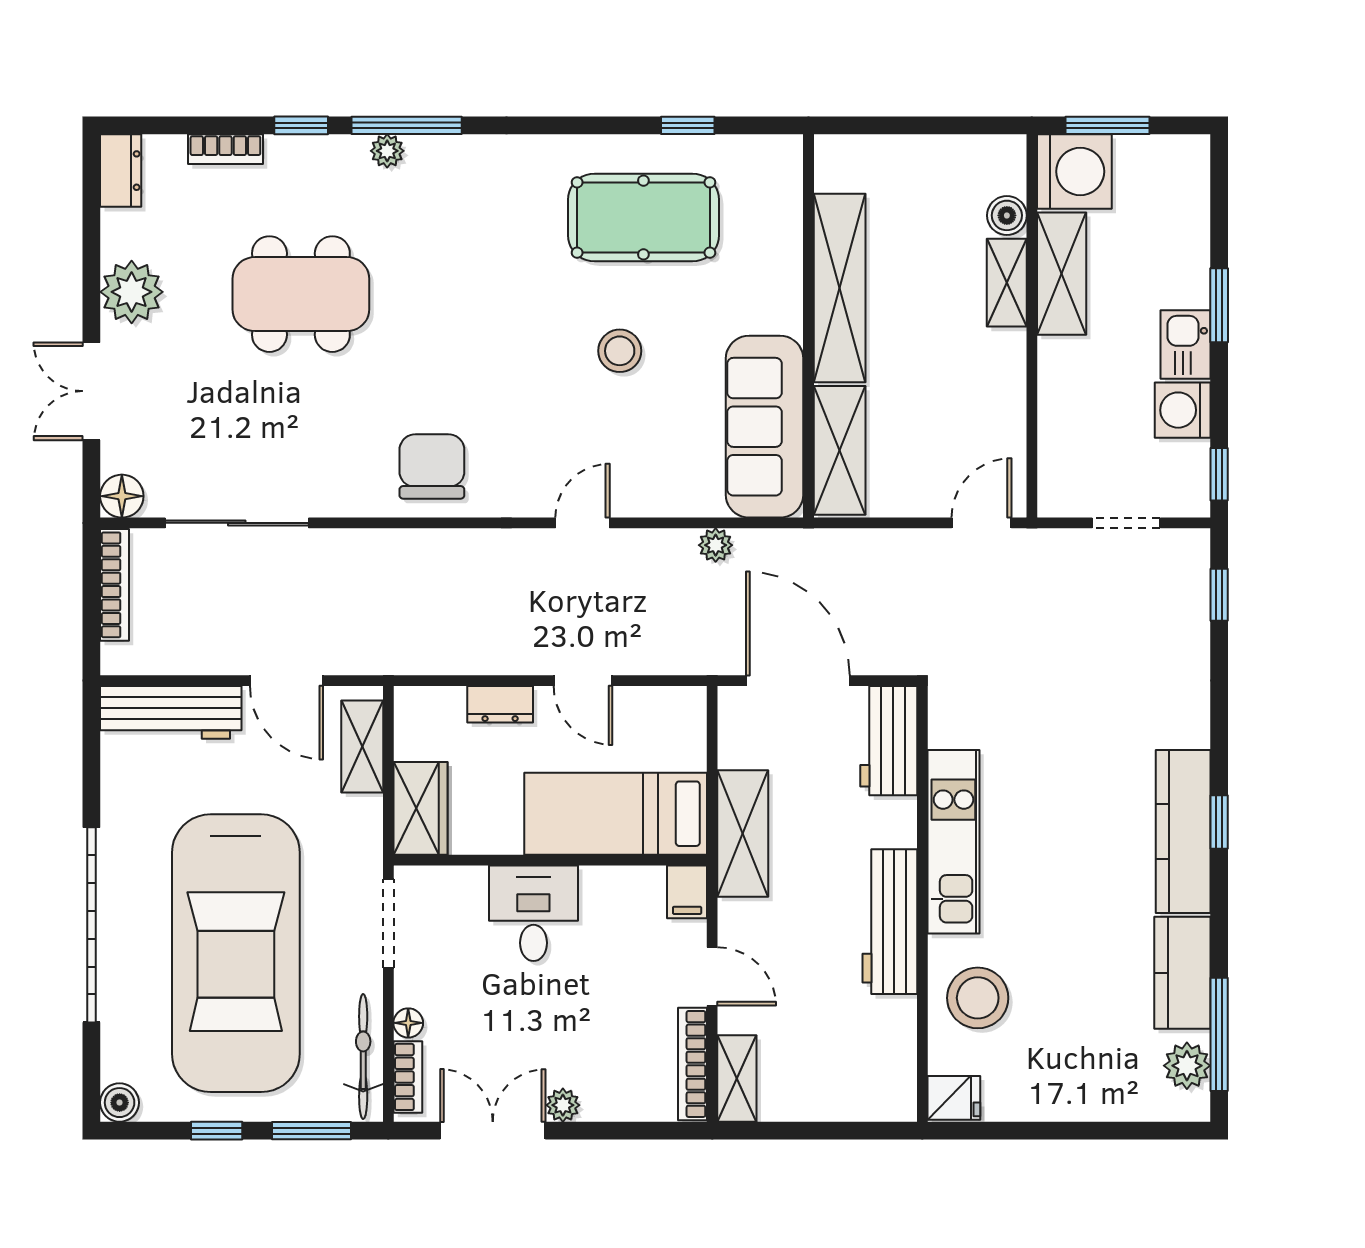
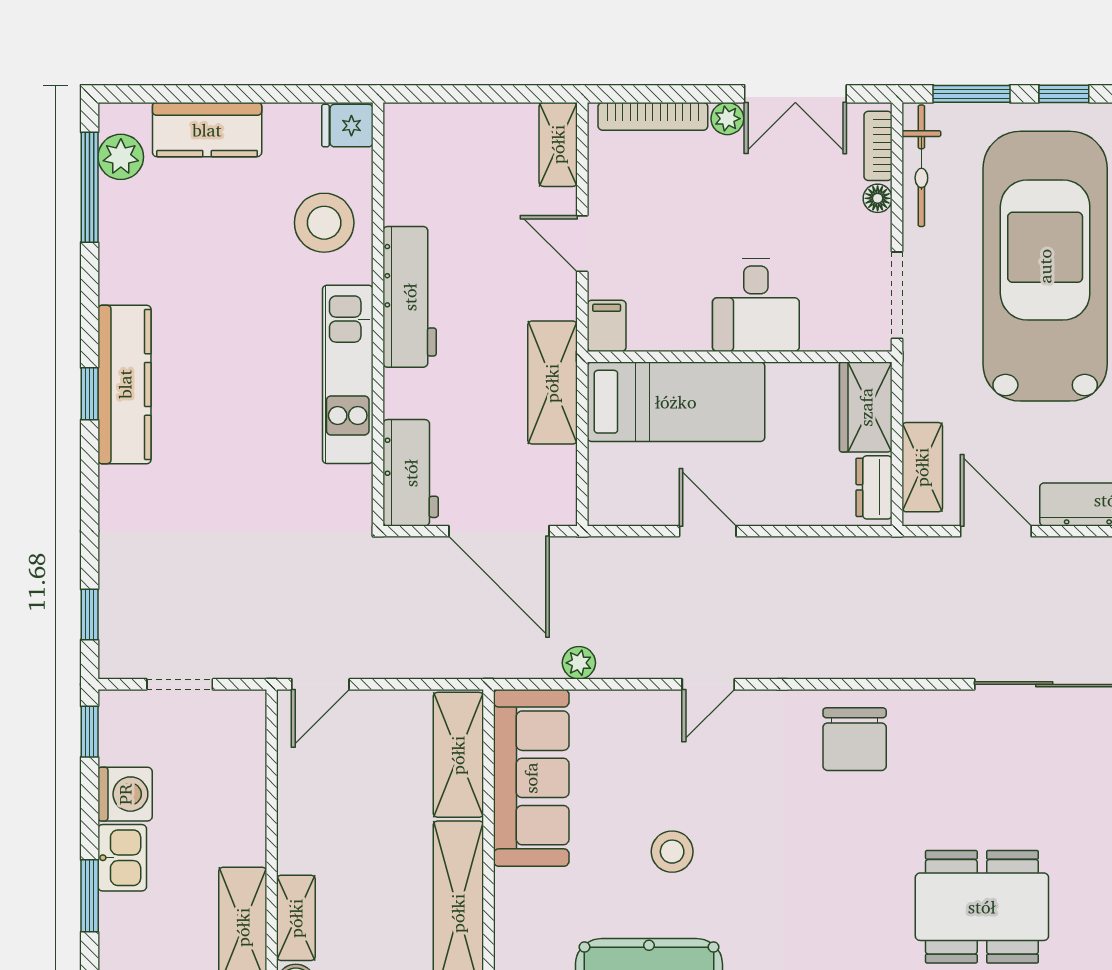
dresser: (500, 704) -> (874, 487), moved, turned -90
kitchen counter: (1182, 973) -> (207, 130), moved, turned 90
bookcase: (693, 1064) -> (653, 116), moved, turned 90

